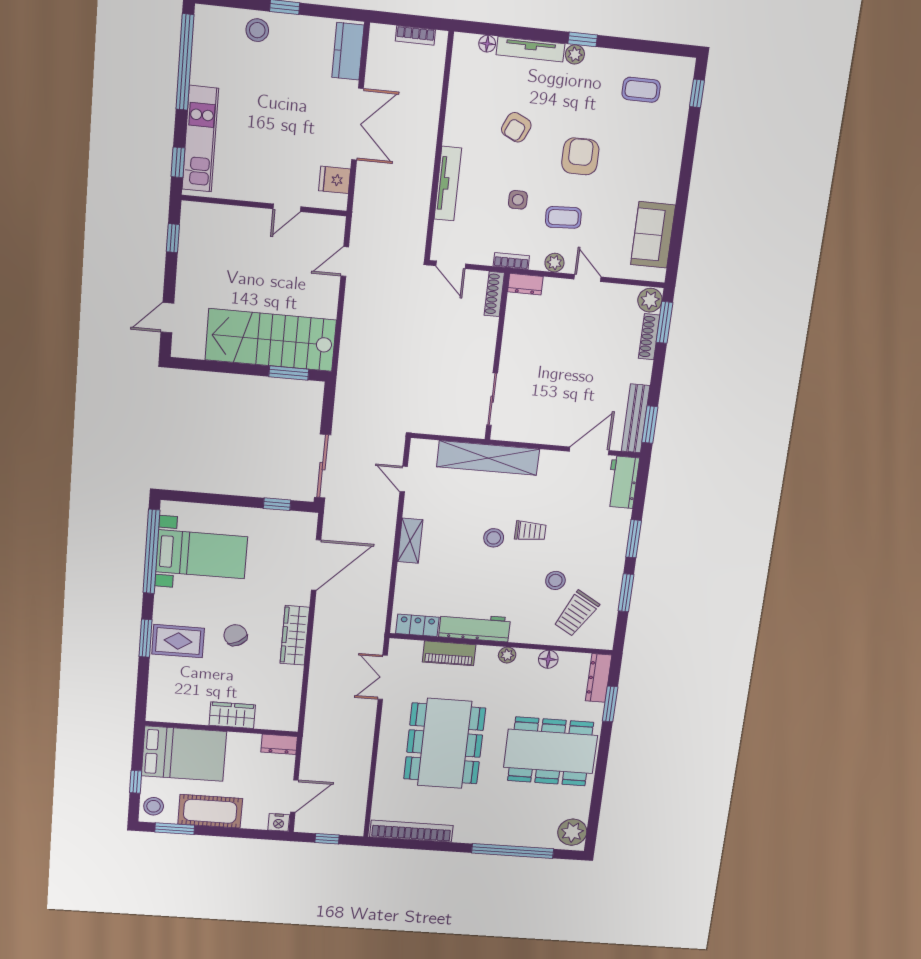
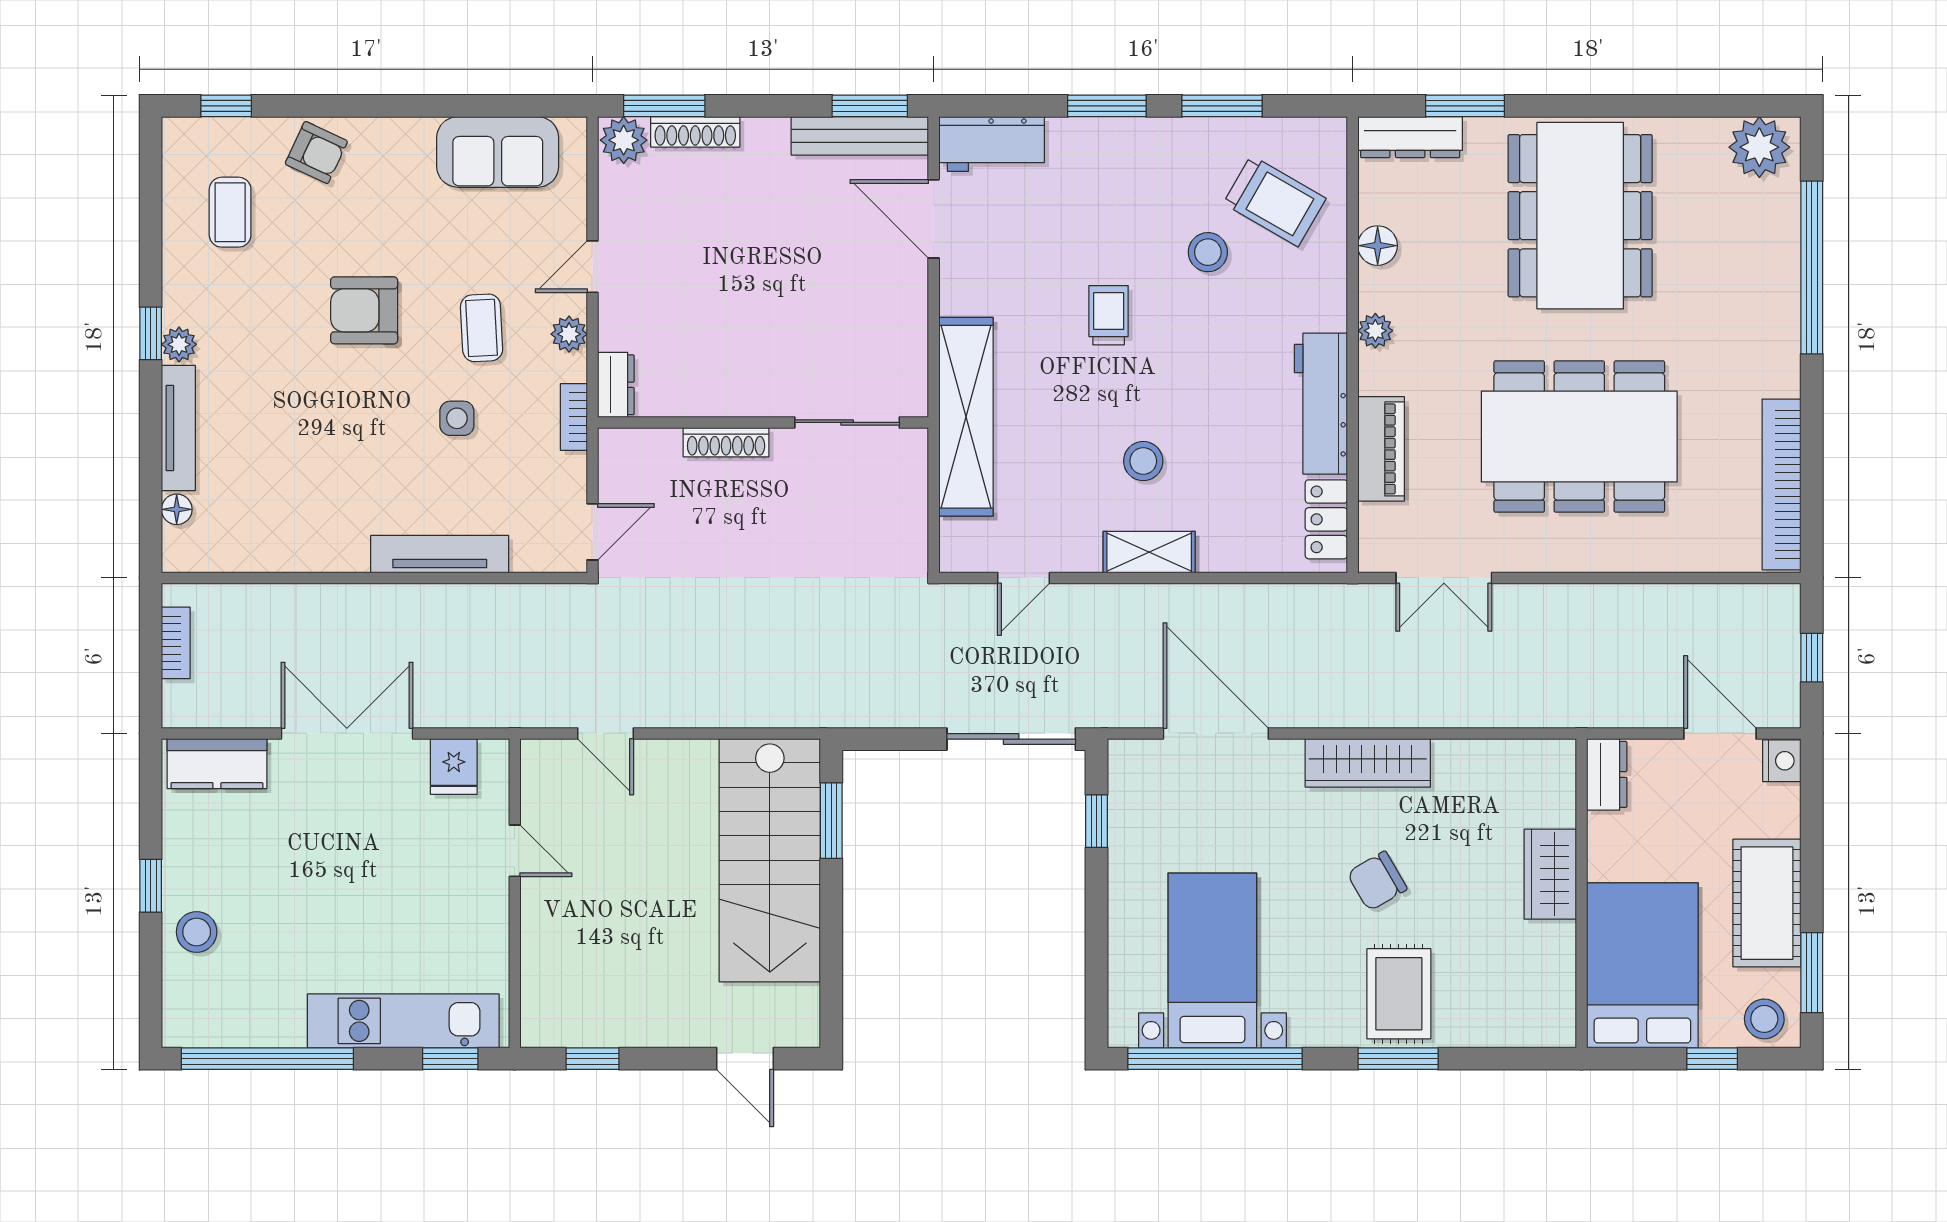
armchair: (516, 127) -> (316, 152), moved
shoe rack: (494, 294) -> (726, 442), moved
stool: (494, 538) -> (1143, 461), moved

